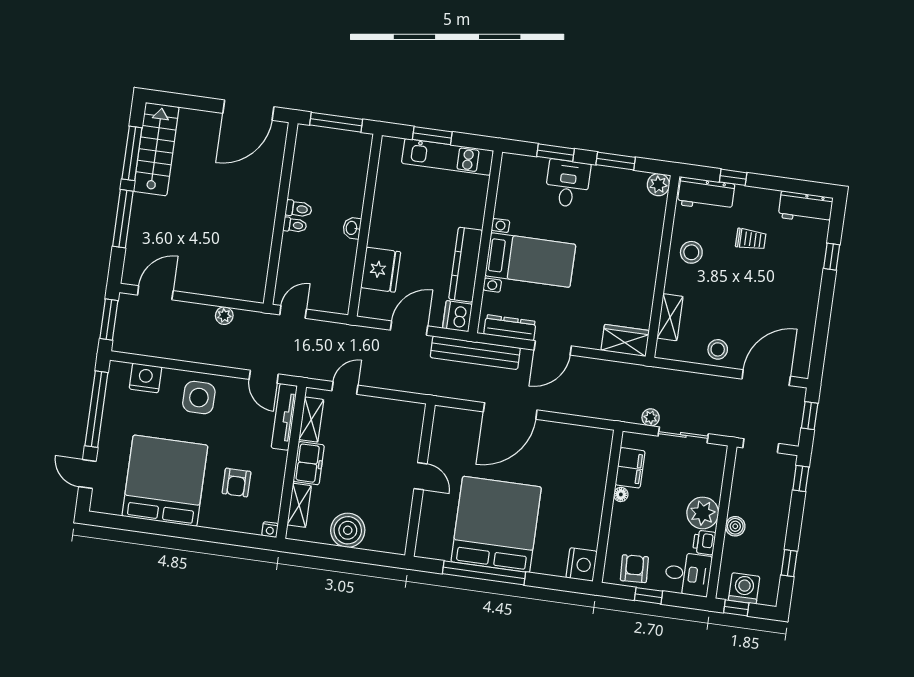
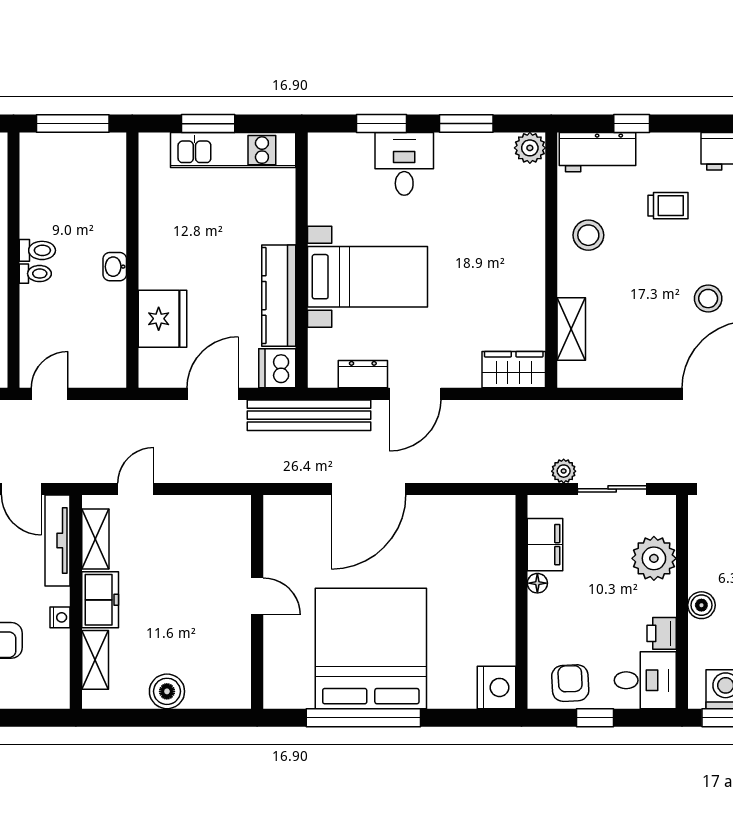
dresser: (510, 328) -> (363, 374), width x0.70
stool: (718, 349) -> (708, 299), moved
plant: (703, 513) -> (654, 558), moved
nightstand: (270, 530) -> (60, 617), moved, turned -90
boiler: (348, 530) -> (167, 691), width x0.73, depth x0.73

